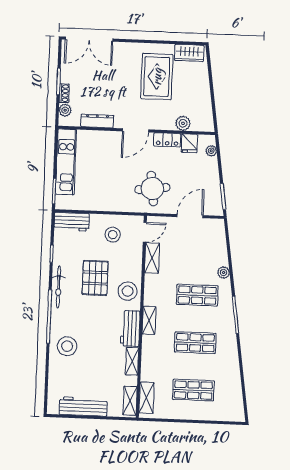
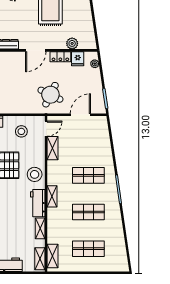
round table: (152, 189) -> (50, 95), turned 33
plant: (224, 273) -> (108, 157), removed

